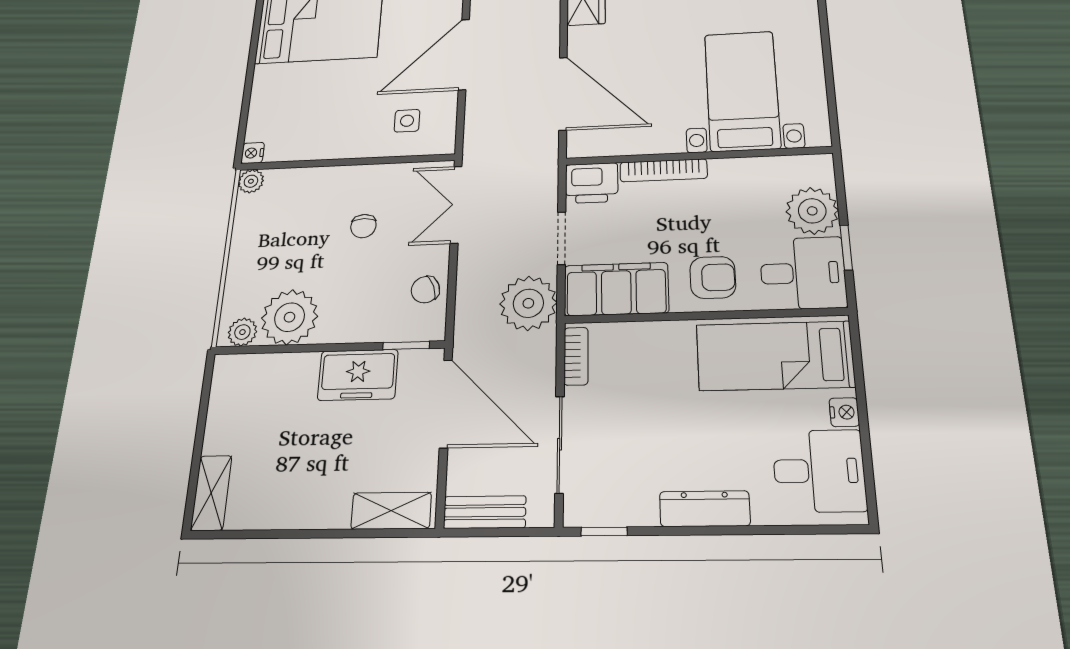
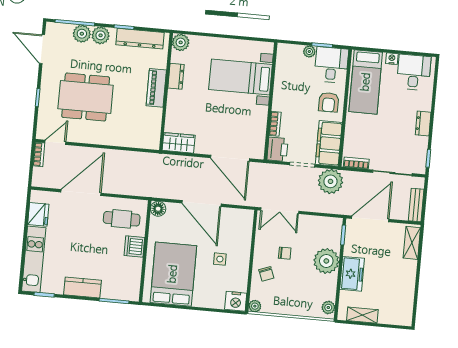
door: (563, 94) -> (230, 158), swing flipped
side table: (407, 121) -> (220, 259), moved
nightstand: (253, 153) -> (236, 301), width x1.89, depth x1.79
bookcase: (664, 170) -> (275, 124), width x0.64
plant: (812, 211) -> (309, 52), width x0.53, depth x0.53
armchair: (713, 277) -> (329, 102), turned 180
chair: (425, 290) -> (266, 274), moved
plant: (290, 317) -> (326, 261), moved
freezer: (358, 375) -> (352, 274), moved
shelving: (211, 493) -> (362, 315), moved
dresser: (705, 509) -> (423, 124), width x0.70

